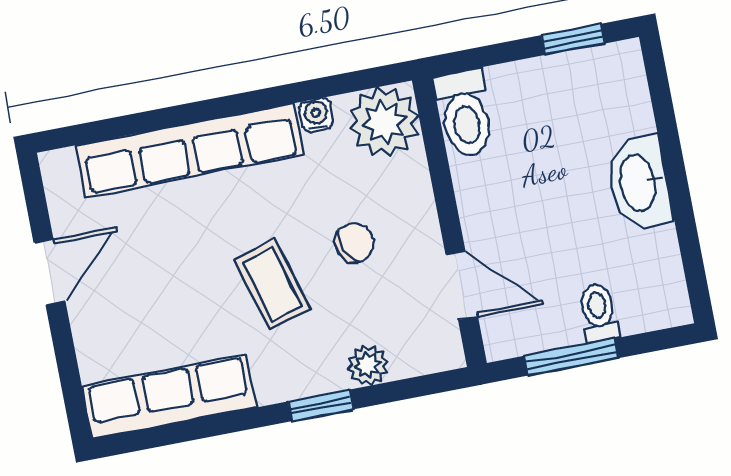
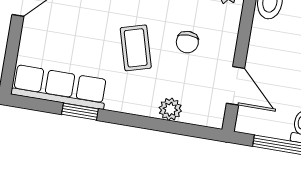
chair: (354, 243) -> (187, 42), turned 114
window: (321, 405) -> (80, 112), moved

